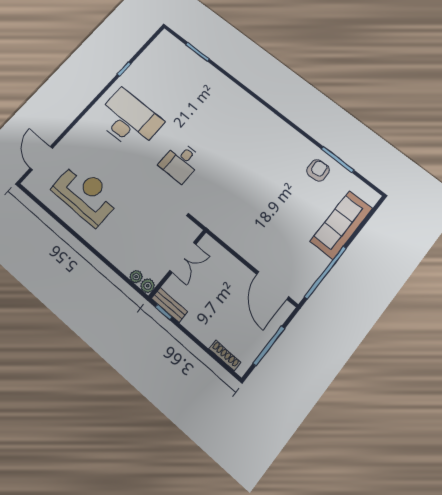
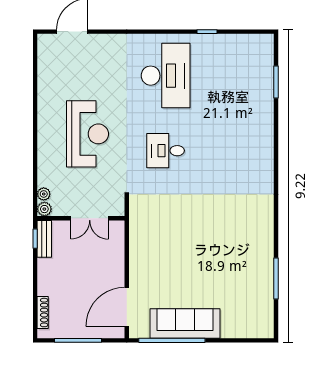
armchair: (318, 170) -> (253, 270), removed
reception desk: (86, 194) -> (87, 134), moved
sofa: (341, 225) -> (185, 324), moved

